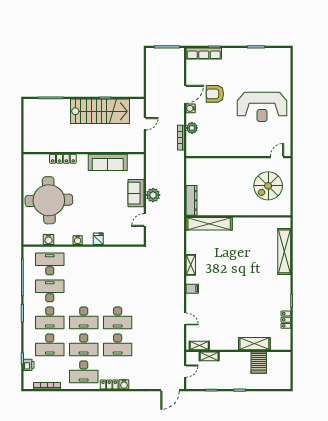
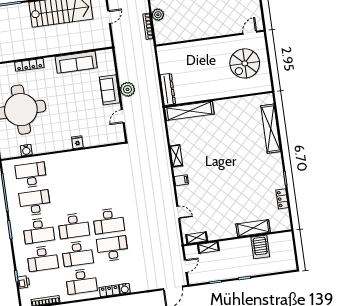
water cooler: (78, 240) -> (56, 146), removed
desk: (118, 345) -> (112, 249), turned 180

